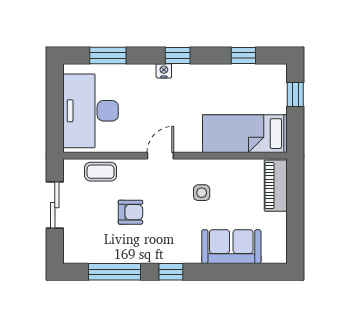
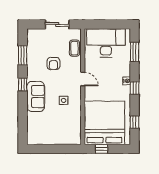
window: (295, 94) -> (102, 149), moved
bed: (245, 134) -> (104, 123), width x2.04
piano: (276, 186) -> (67, 139), removed
sofa: (231, 247) -> (36, 96), moved
window: (115, 272) -> (23, 55), width x0.69

